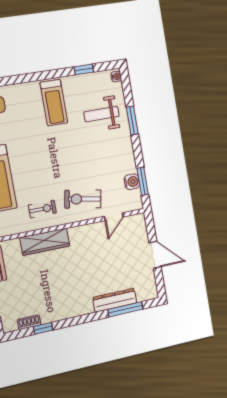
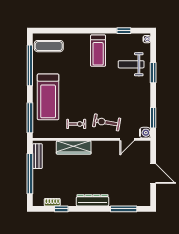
water cooler: (132, 182) -> (145, 133), moved
dresser: (115, 300) -> (92, 200), moved

